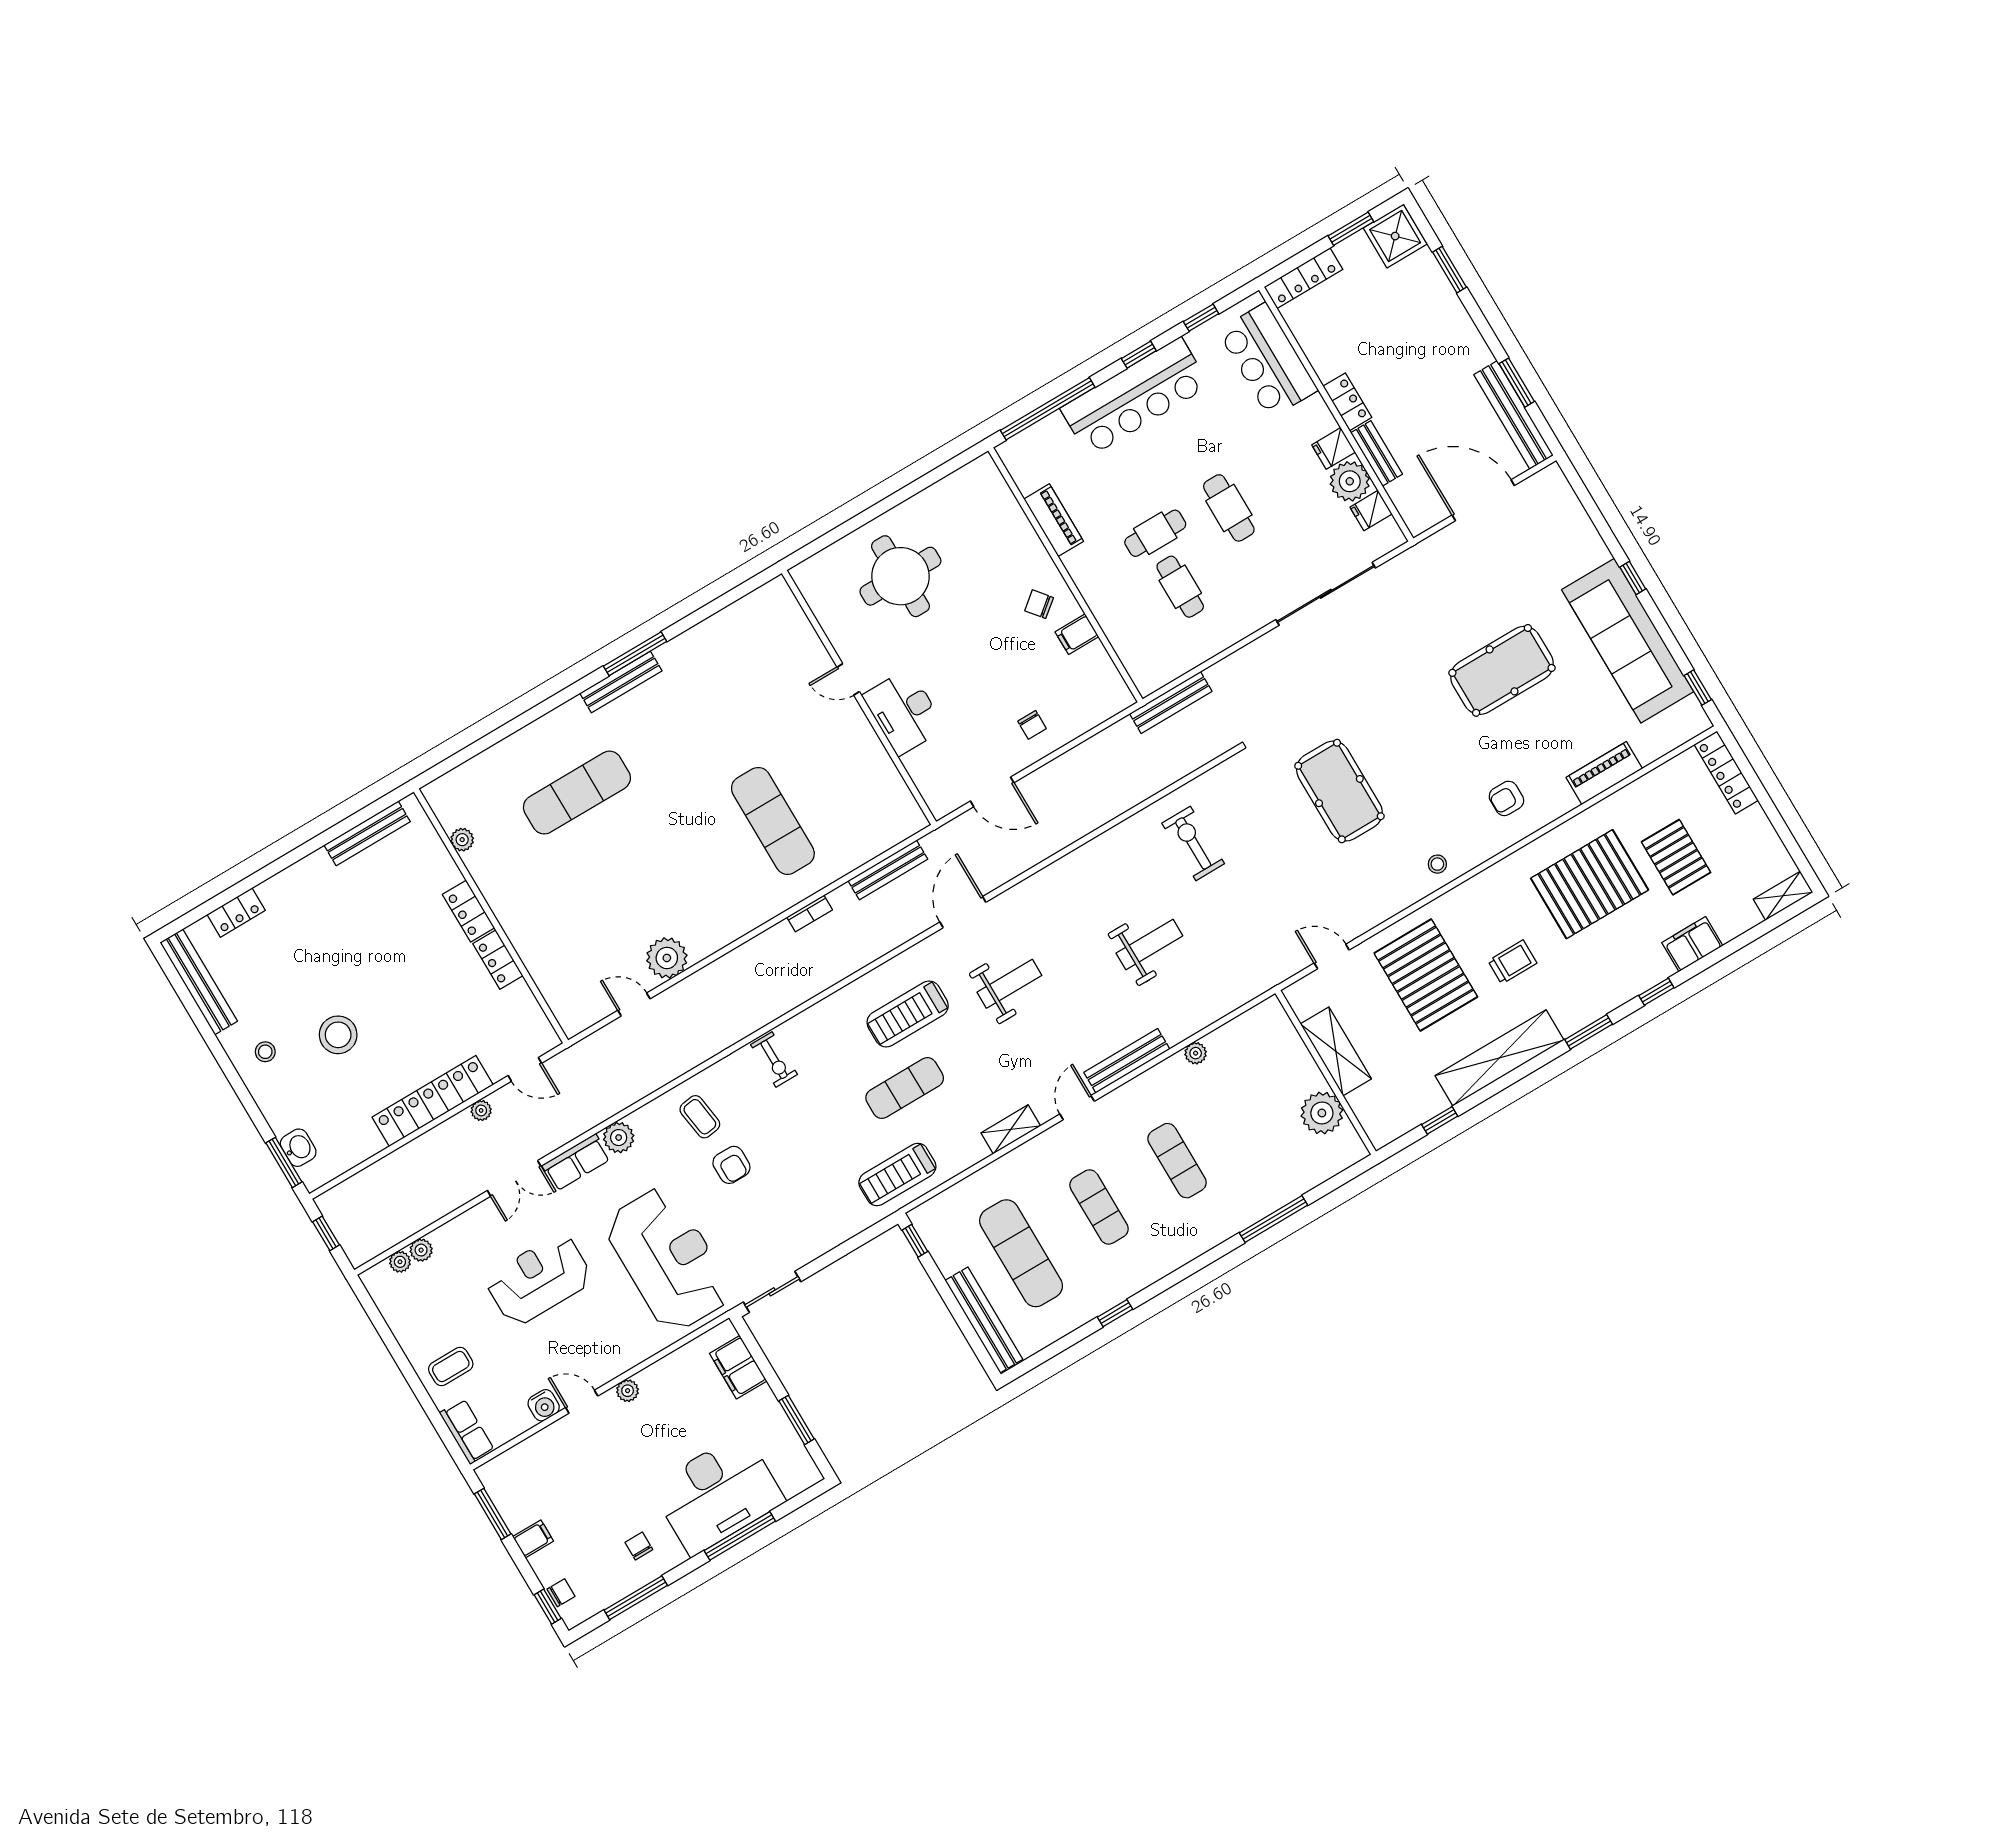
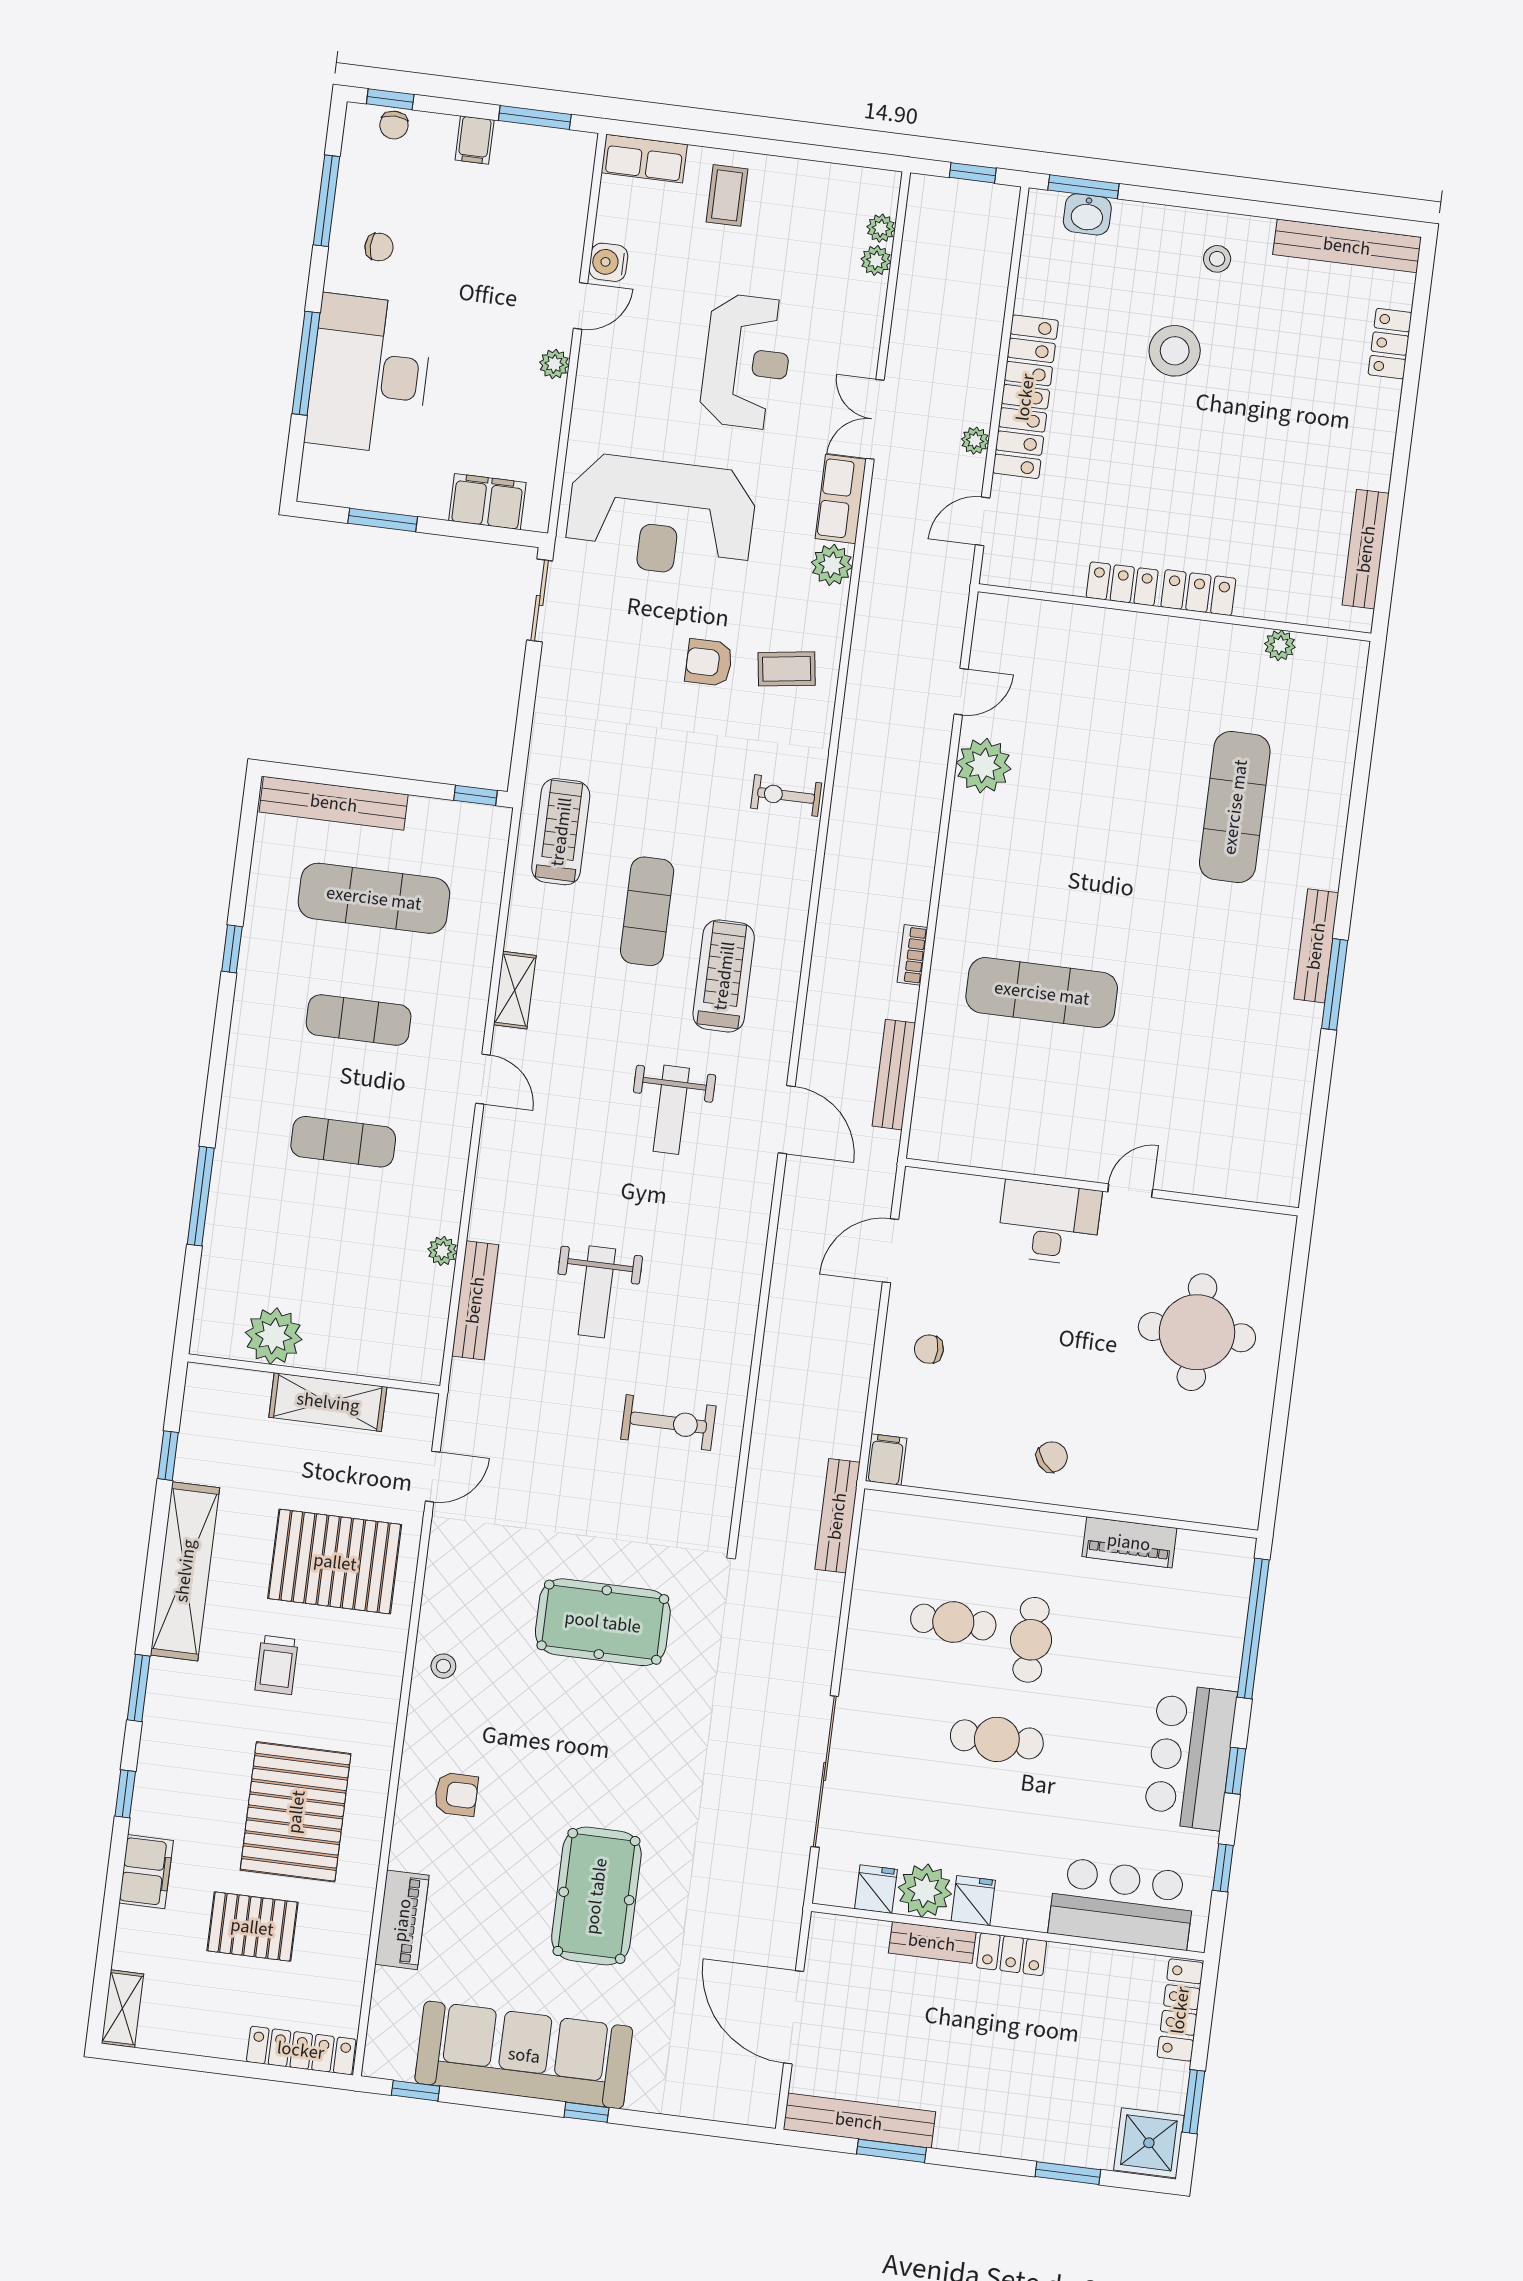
bar counter: (1135, 397) -> (1190, 1757), width x0.73
door: (1483, 500) -> (794, 2017), swing flipped
filing cabinet: (1077, 634) -> (886, 1459), moved
armchair: (1506, 798) -> (456, 1794), turned 90
bench: (1127, 1061) -> (475, 1300), moved

